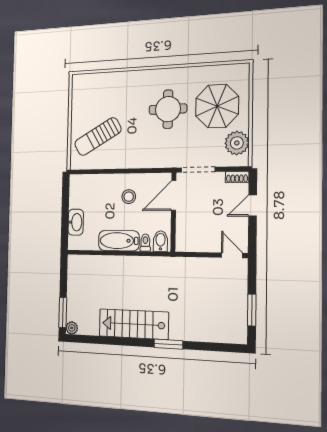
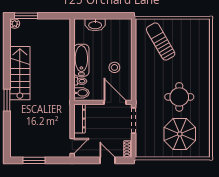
plant: (237, 143) -> (152, 149), removed
dresser: (195, 244) -> (79, 119), added

